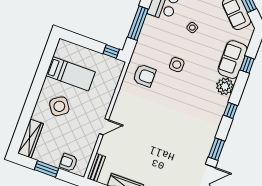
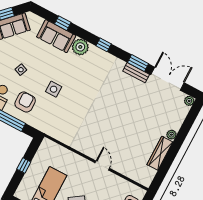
window: (111, 52) -> (24, 166), moved
armchair: (144, 76) -> (25, 102), moved
bench: (96, 168) -> (136, 73), moved

